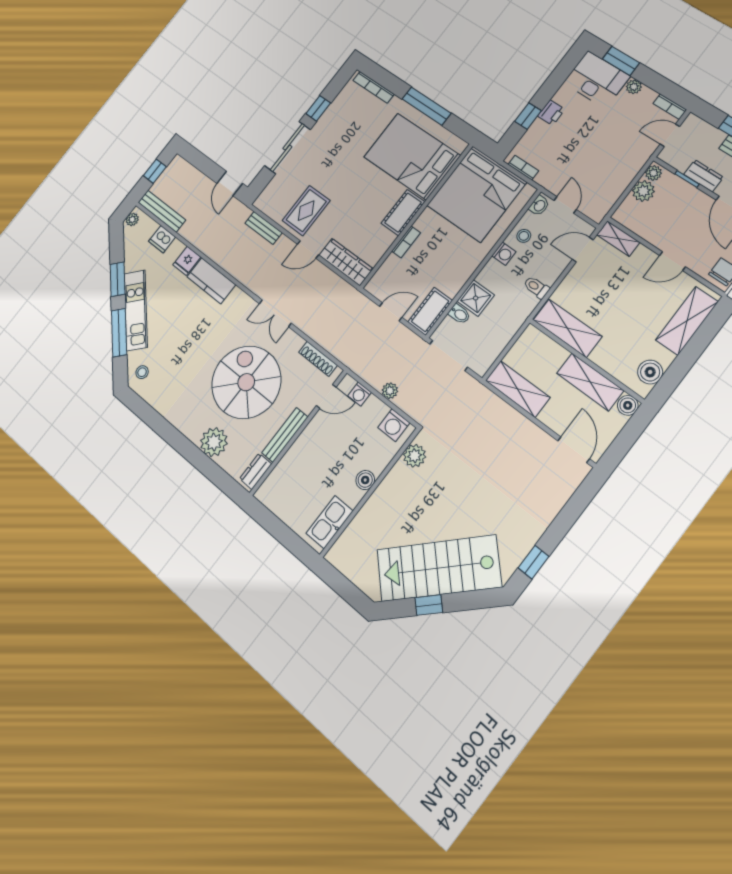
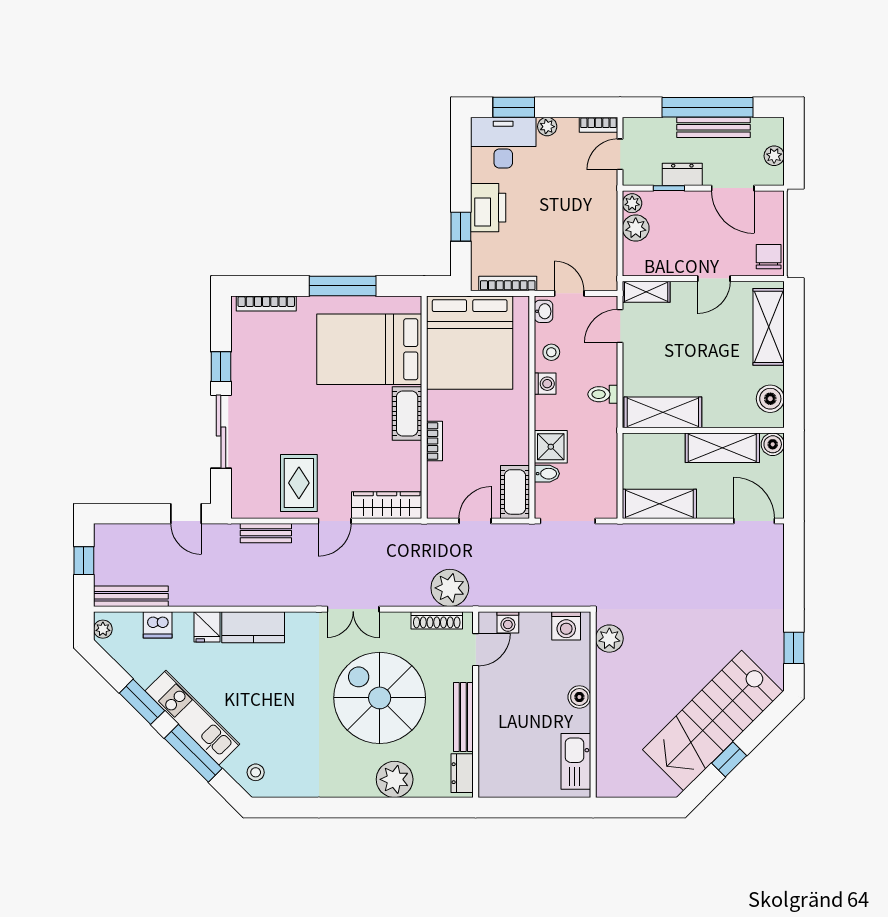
printer: (551, 113) -> (488, 208), width x1.87, depth x1.48
bookcase: (523, 168) -> (508, 283), width x1.56
plant: (390, 391) -> (450, 588), moved, width x1.88, depth x1.88

